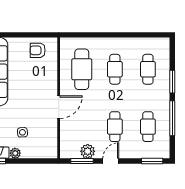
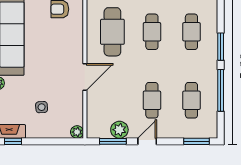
plant: (15, 153) -> (77, 132), moved

